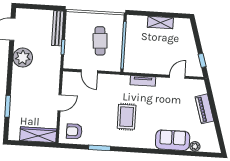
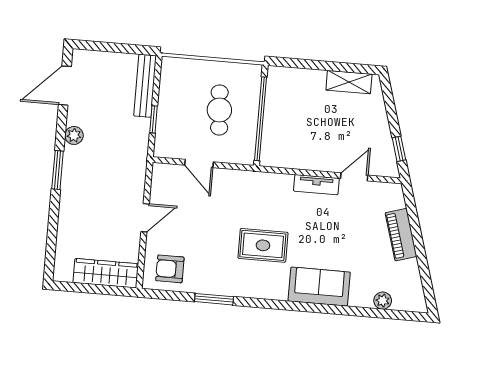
shelving: (160, 23) -> (349, 82), moved
plant: (23, 58) -> (74, 135), width x0.53, depth x0.53
tv unit: (143, 81) -> (316, 185), moved
window: (8, 106) -> (58, 170), moved
rug: (127, 117) -> (263, 245), turned 90
sofa: (173, 140) -> (319, 287), moved

